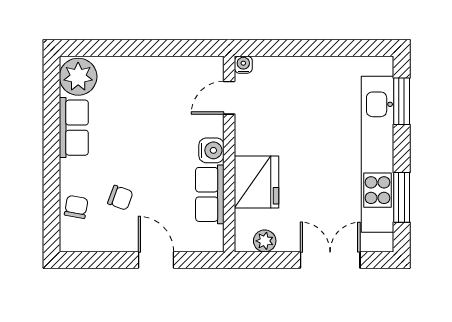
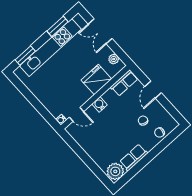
row of seats: (210, 194) -> (124, 83), moved

